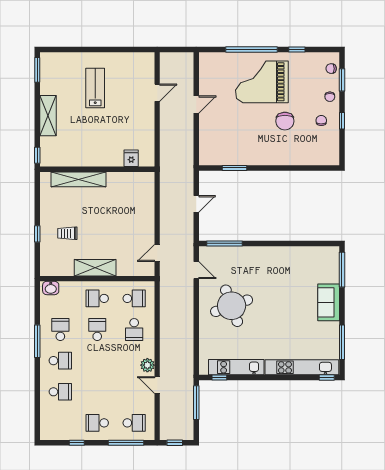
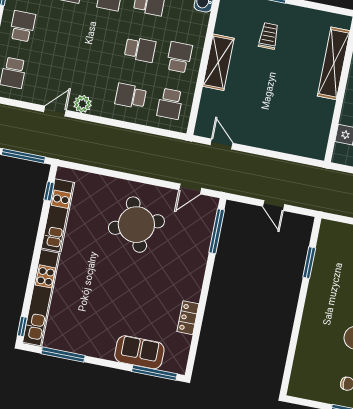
locker: (295, 252) -> (188, 318), added
sofa: (329, 302) -> (139, 352), moved

